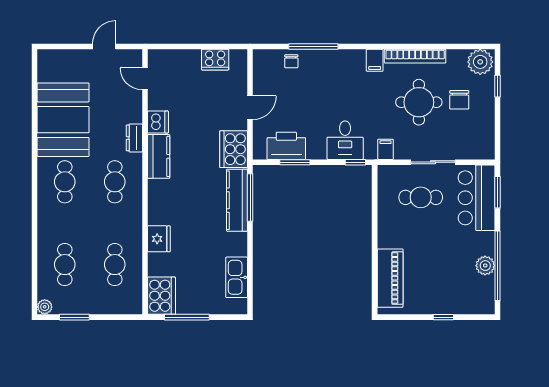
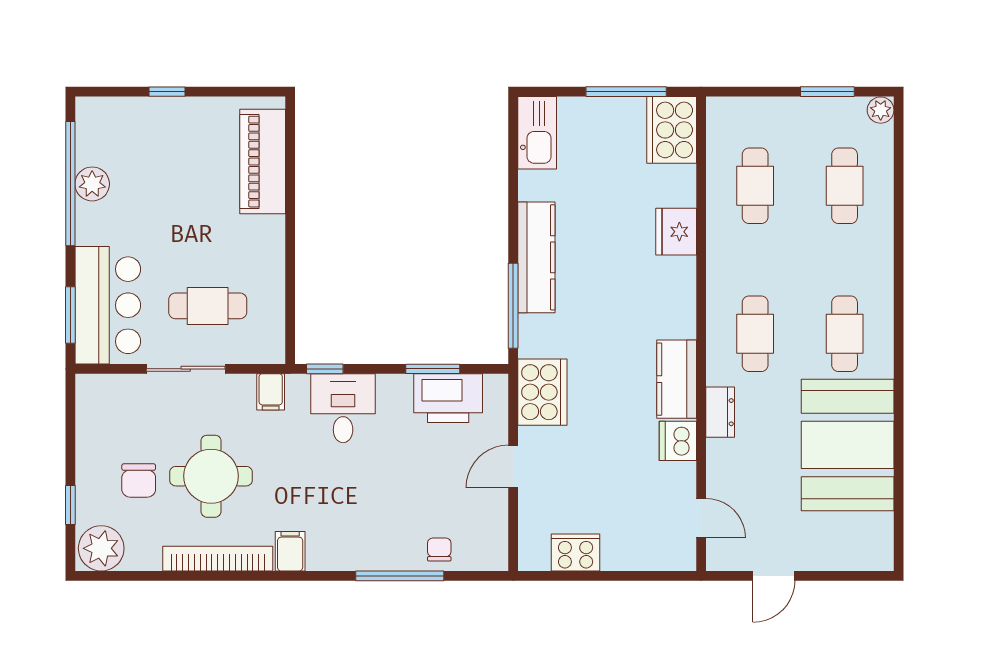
chair: (459, 100) -> (139, 480), turned 180
kitchen counter: (237, 200) -> (536, 257), moved
kitchen sink: (237, 277) -> (537, 133), moved

